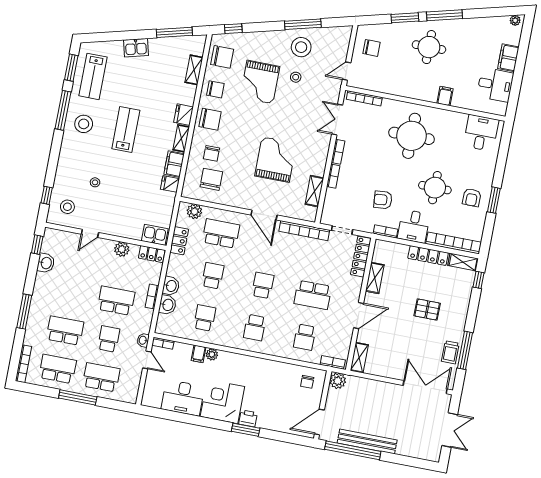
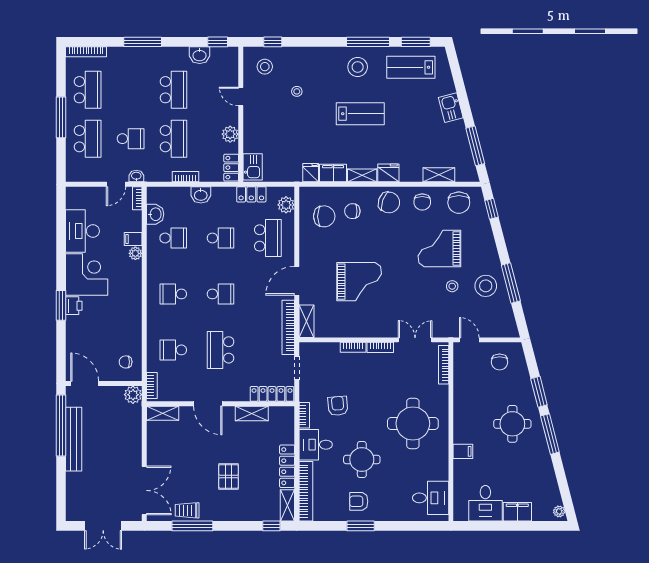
chair: (210, 119) -> (389, 202), turned -70
shelving: (314, 191) -> (306, 321), moved, turned 90
washbasin: (167, 305) -> (155, 214), moved, turned -90
school desk: (65, 331) -> (174, 90), moved

